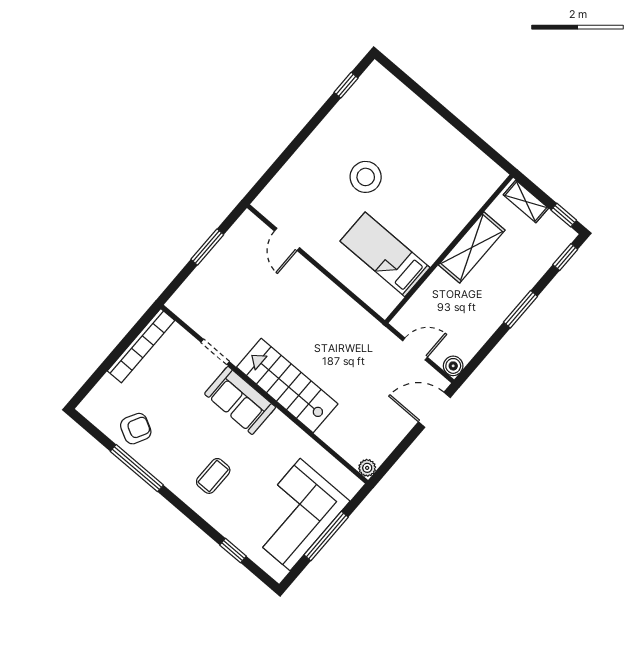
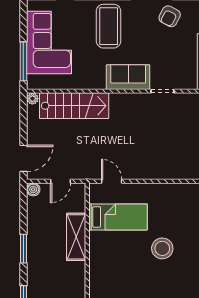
door: (287, 239) -> (112, 181), moved
shelving: (472, 247) -> (76, 237), moved
stairs: (287, 386) -> (74, 106), moved
coffee table: (213, 476) -> (109, 26), width x1.86, depth x1.72
window: (326, 536) -> (23, 61), moved

